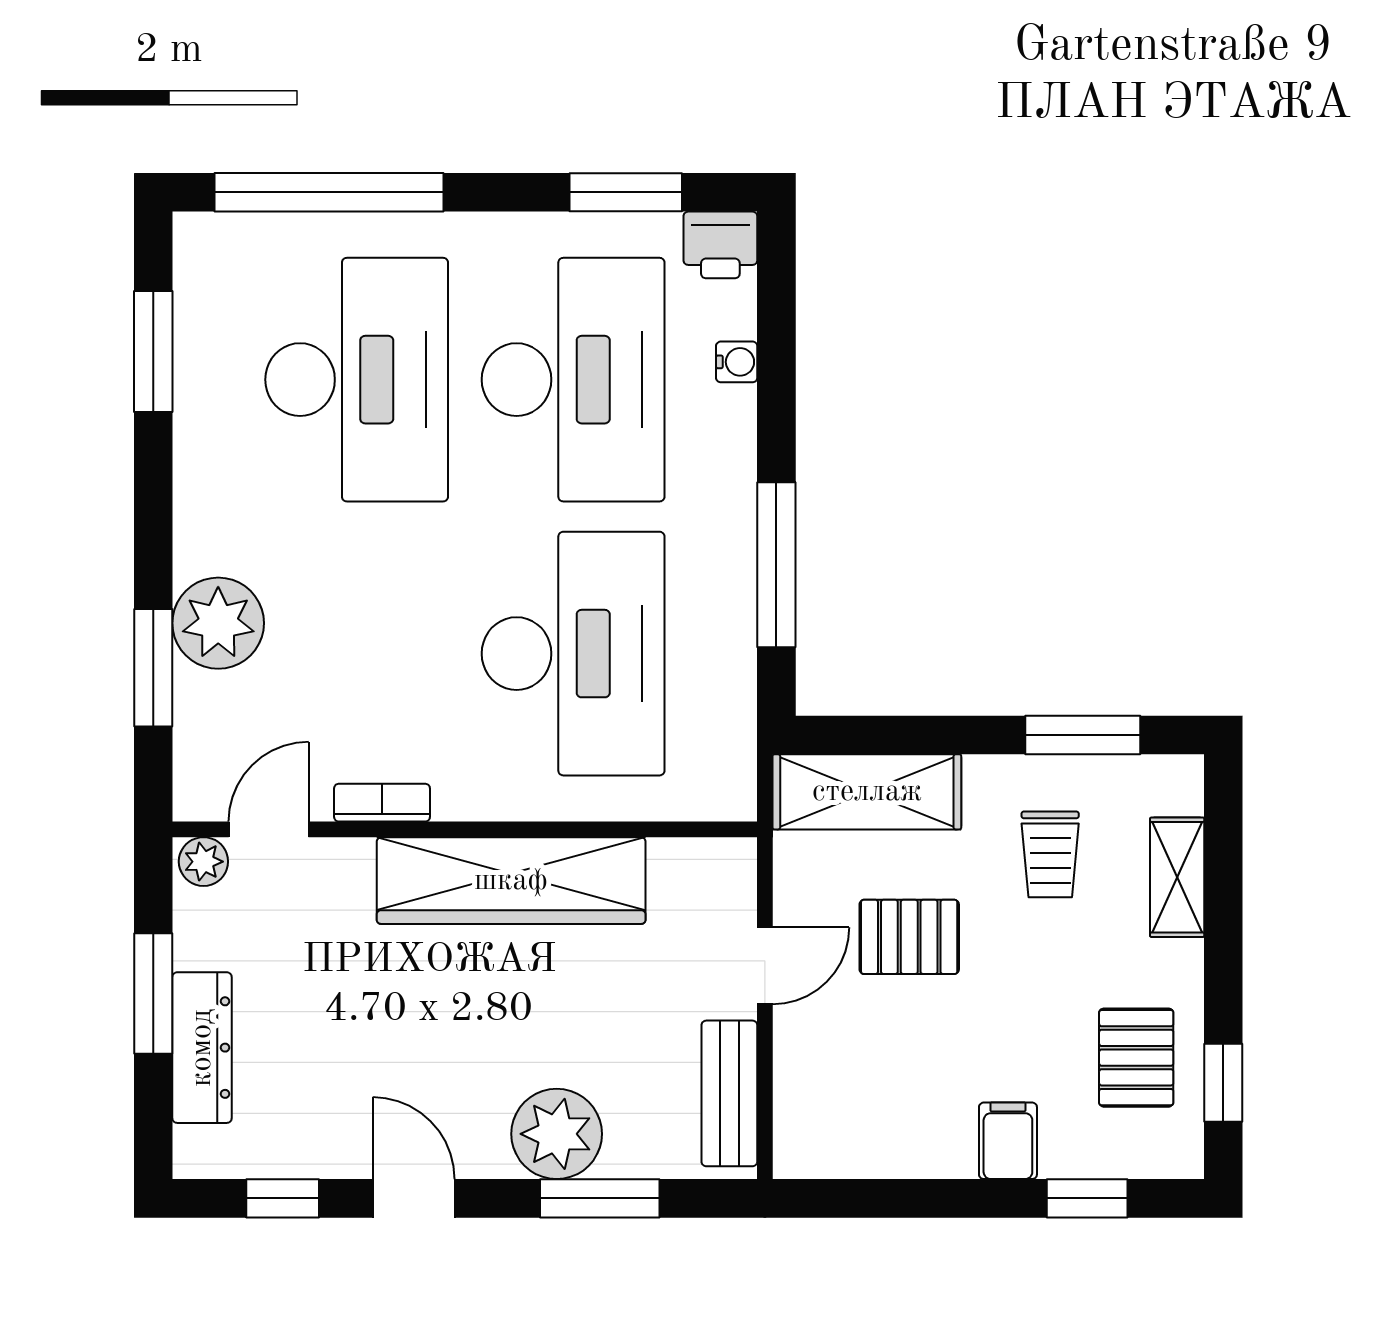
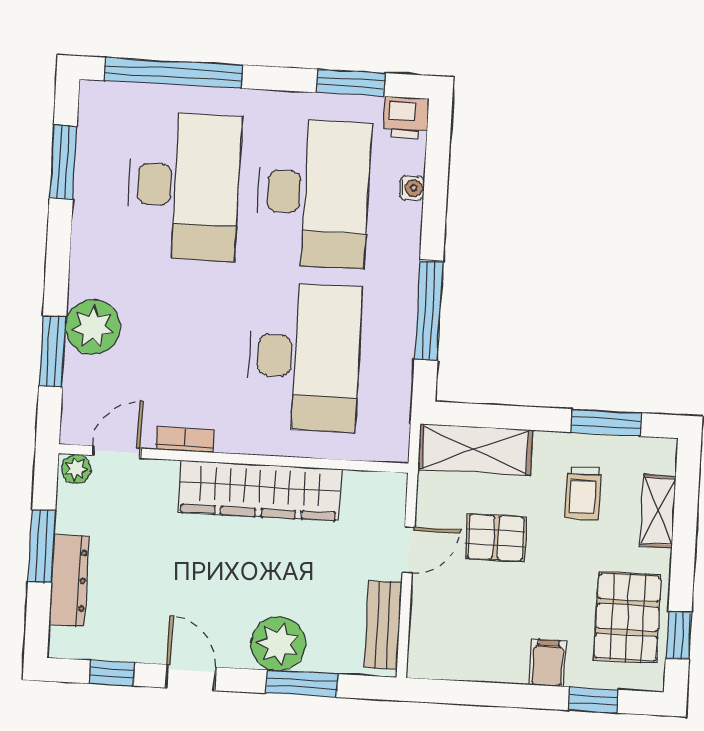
pallet: (1136, 1058) -> (627, 617), width x1.50, depth x1.42

